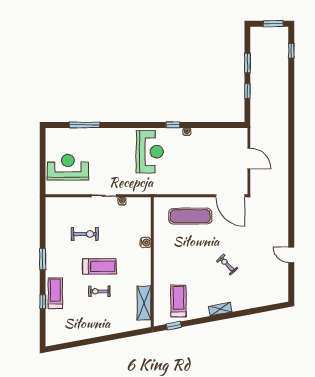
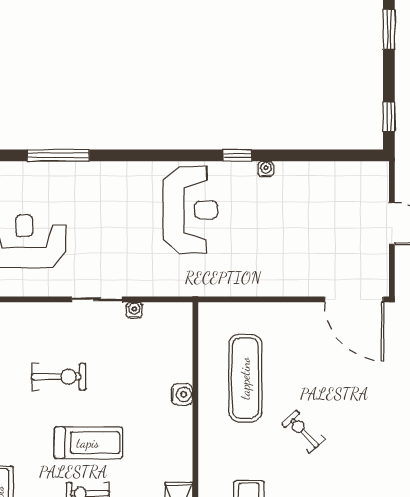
window: (247, 91) -> (389, 117), moved
exercise mat: (190, 216) -> (245, 378), moved, turned 90
exercise bike: (227, 265) -> (303, 432), moved

